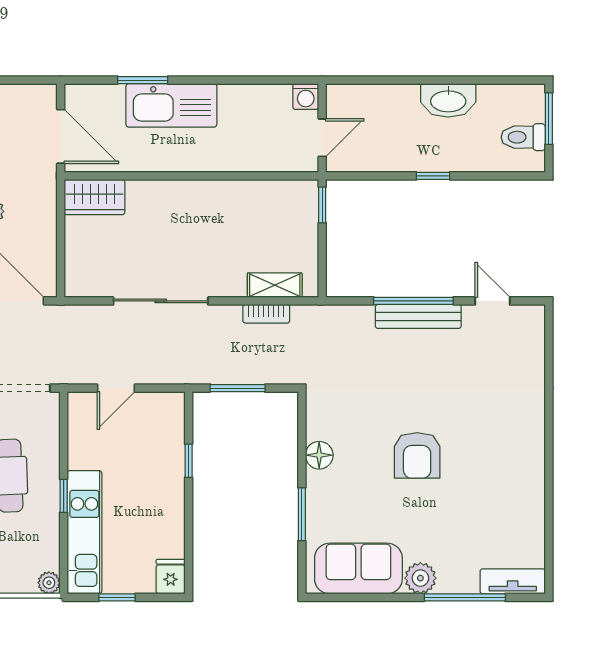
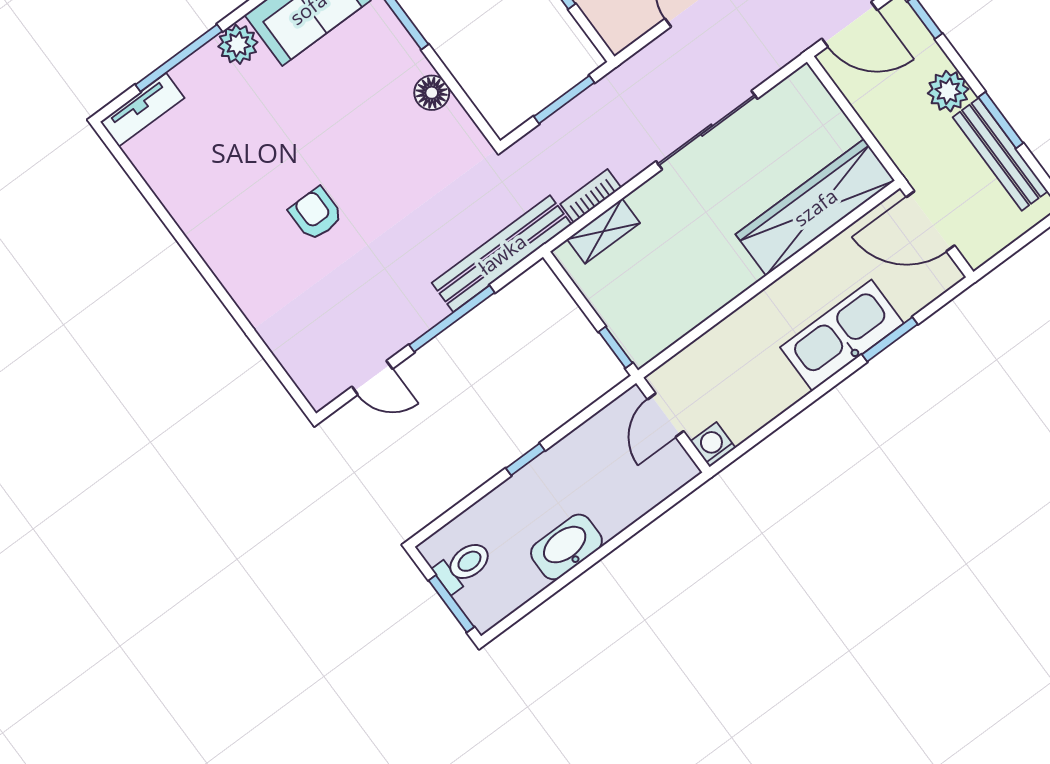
wardrobe: (94, 197) -> (815, 207), width x2.10, depth x1.17
bench: (418, 316) -> (502, 254), moved, width x1.37, depth x1.21
armchair: (417, 455) -> (316, 214), moved, width x0.72, depth x0.72

